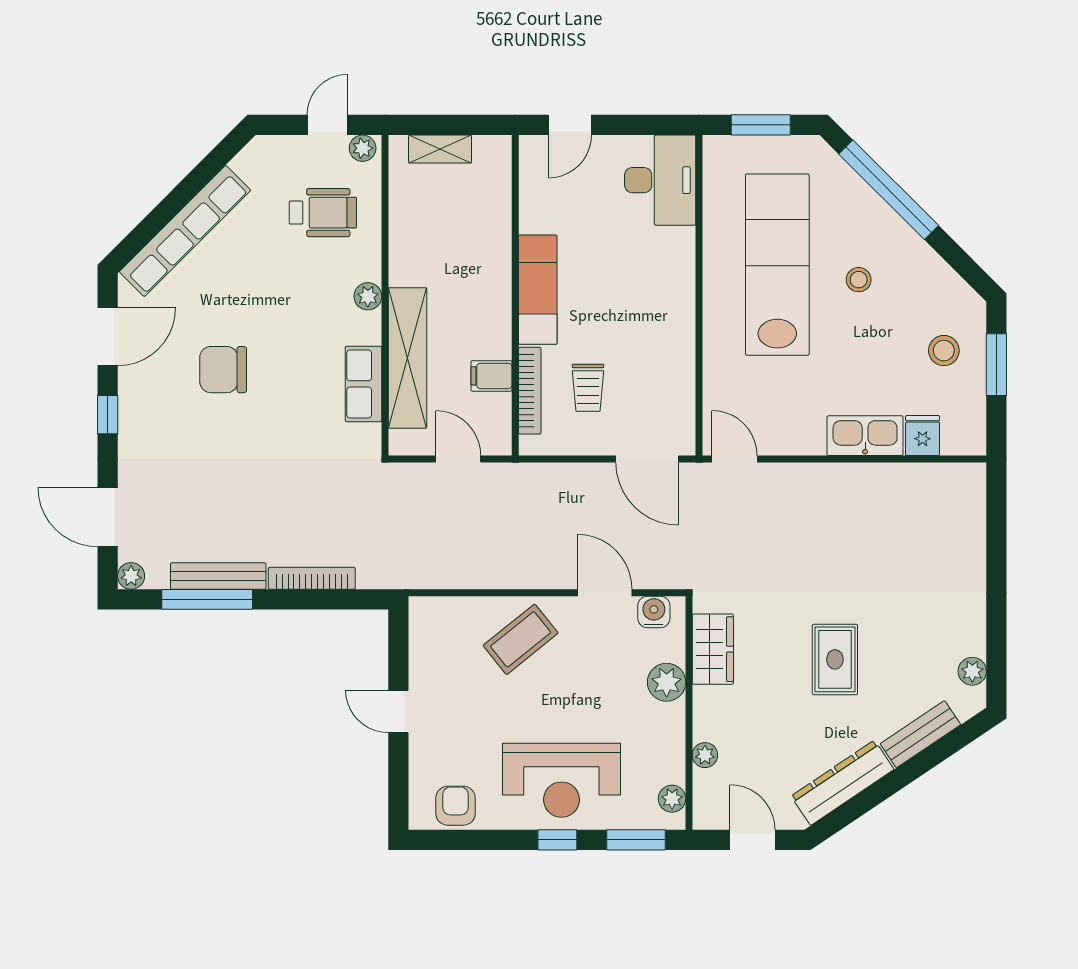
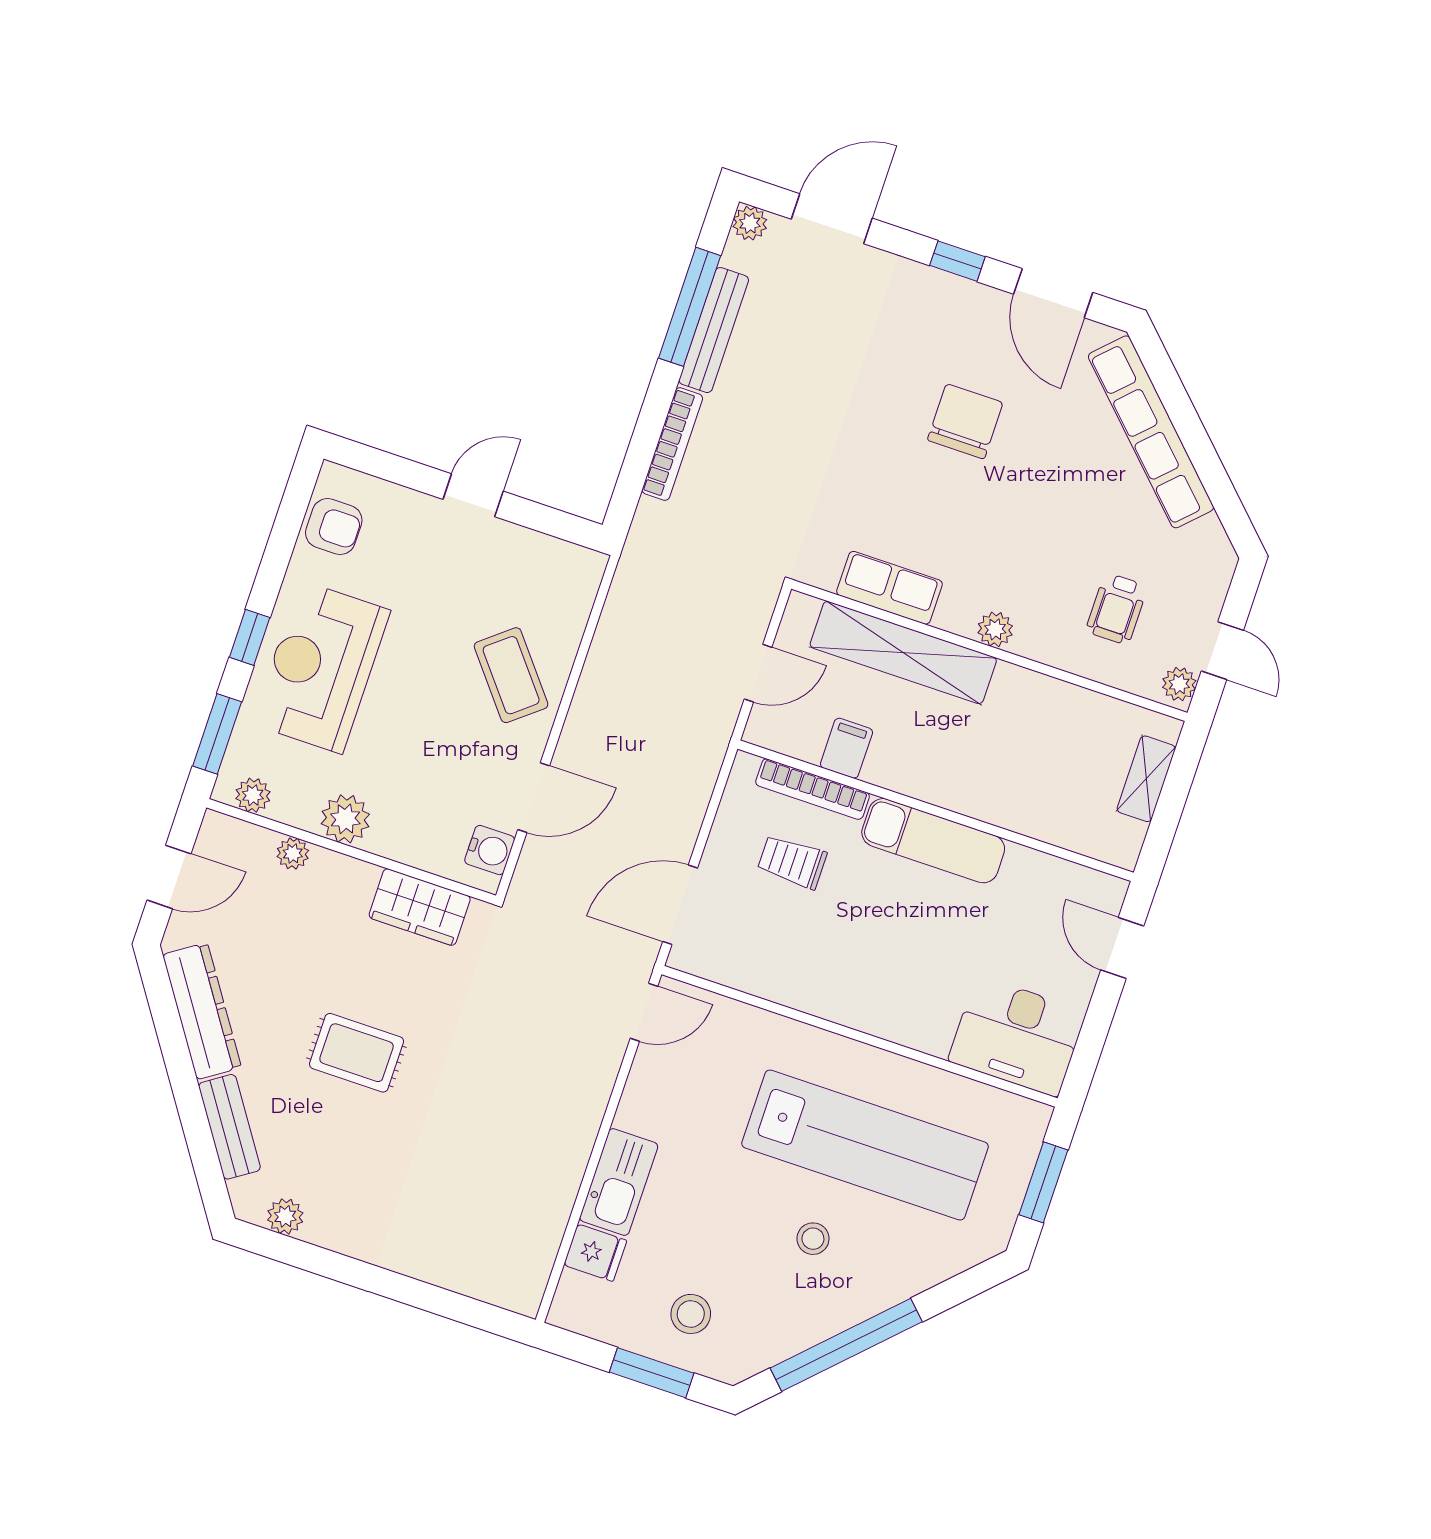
window: (889, 190) -> (846, 1345), moved
wheelchair: (323, 213) -> (1117, 609), width x0.73, depth x0.73
plant: (667, 682) -> (345, 819), moved

